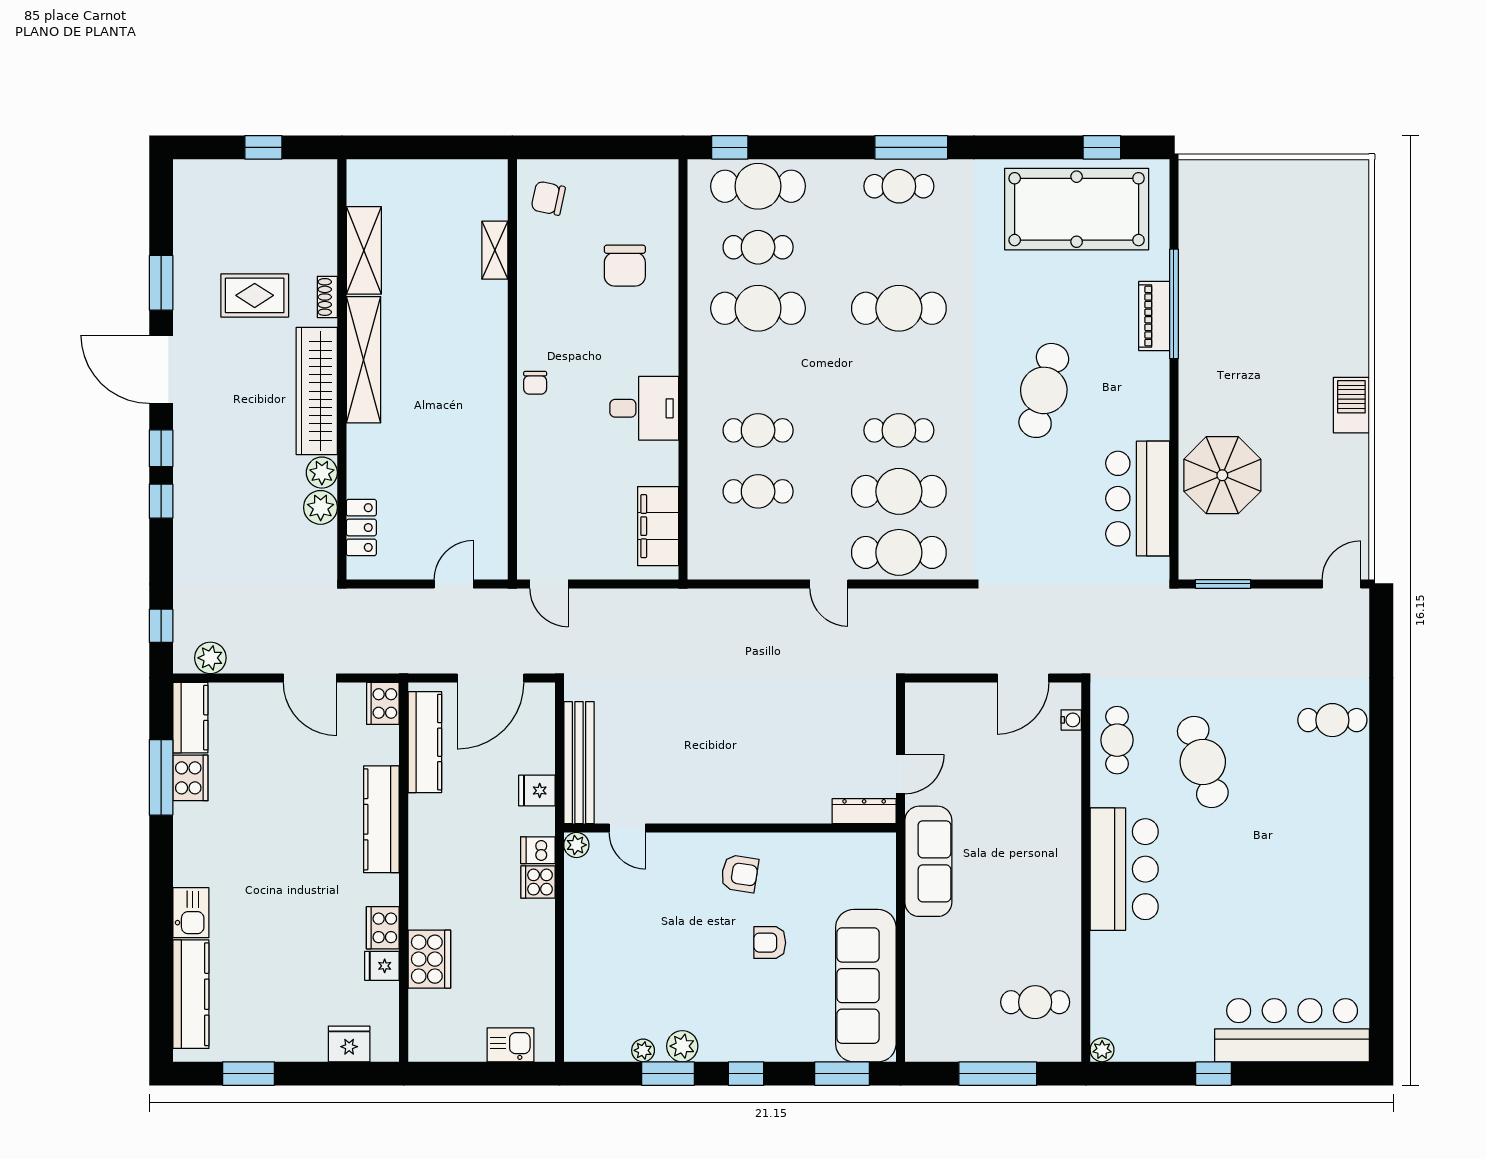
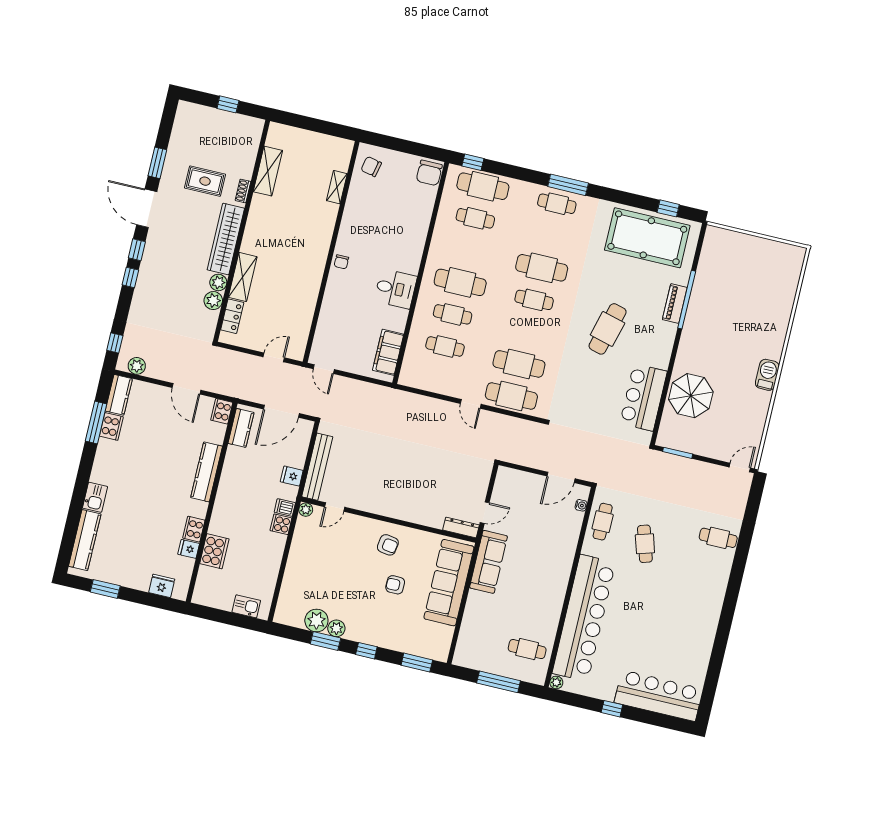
chair: (625, 266) -> (429, 173), moved
cafe table: (758, 308) -> (460, 282), moved
shelving: (363, 360) -> (243, 277), moved, width x0.68
cafe table: (899, 430) -> (534, 300), moved
kitchen counter: (425, 742) -> (241, 428), width x0.67
cafe table: (1203, 762) -> (645, 544), width x0.73, depth x0.74
door: (627, 828) -> (335, 507), hinge flipped
bar counter: (1124, 869) -> (584, 618), width x1.86
sofa: (866, 986) -> (449, 583), moved
plant: (643, 1050) -> (316, 620), width x1.88, depth x1.88

